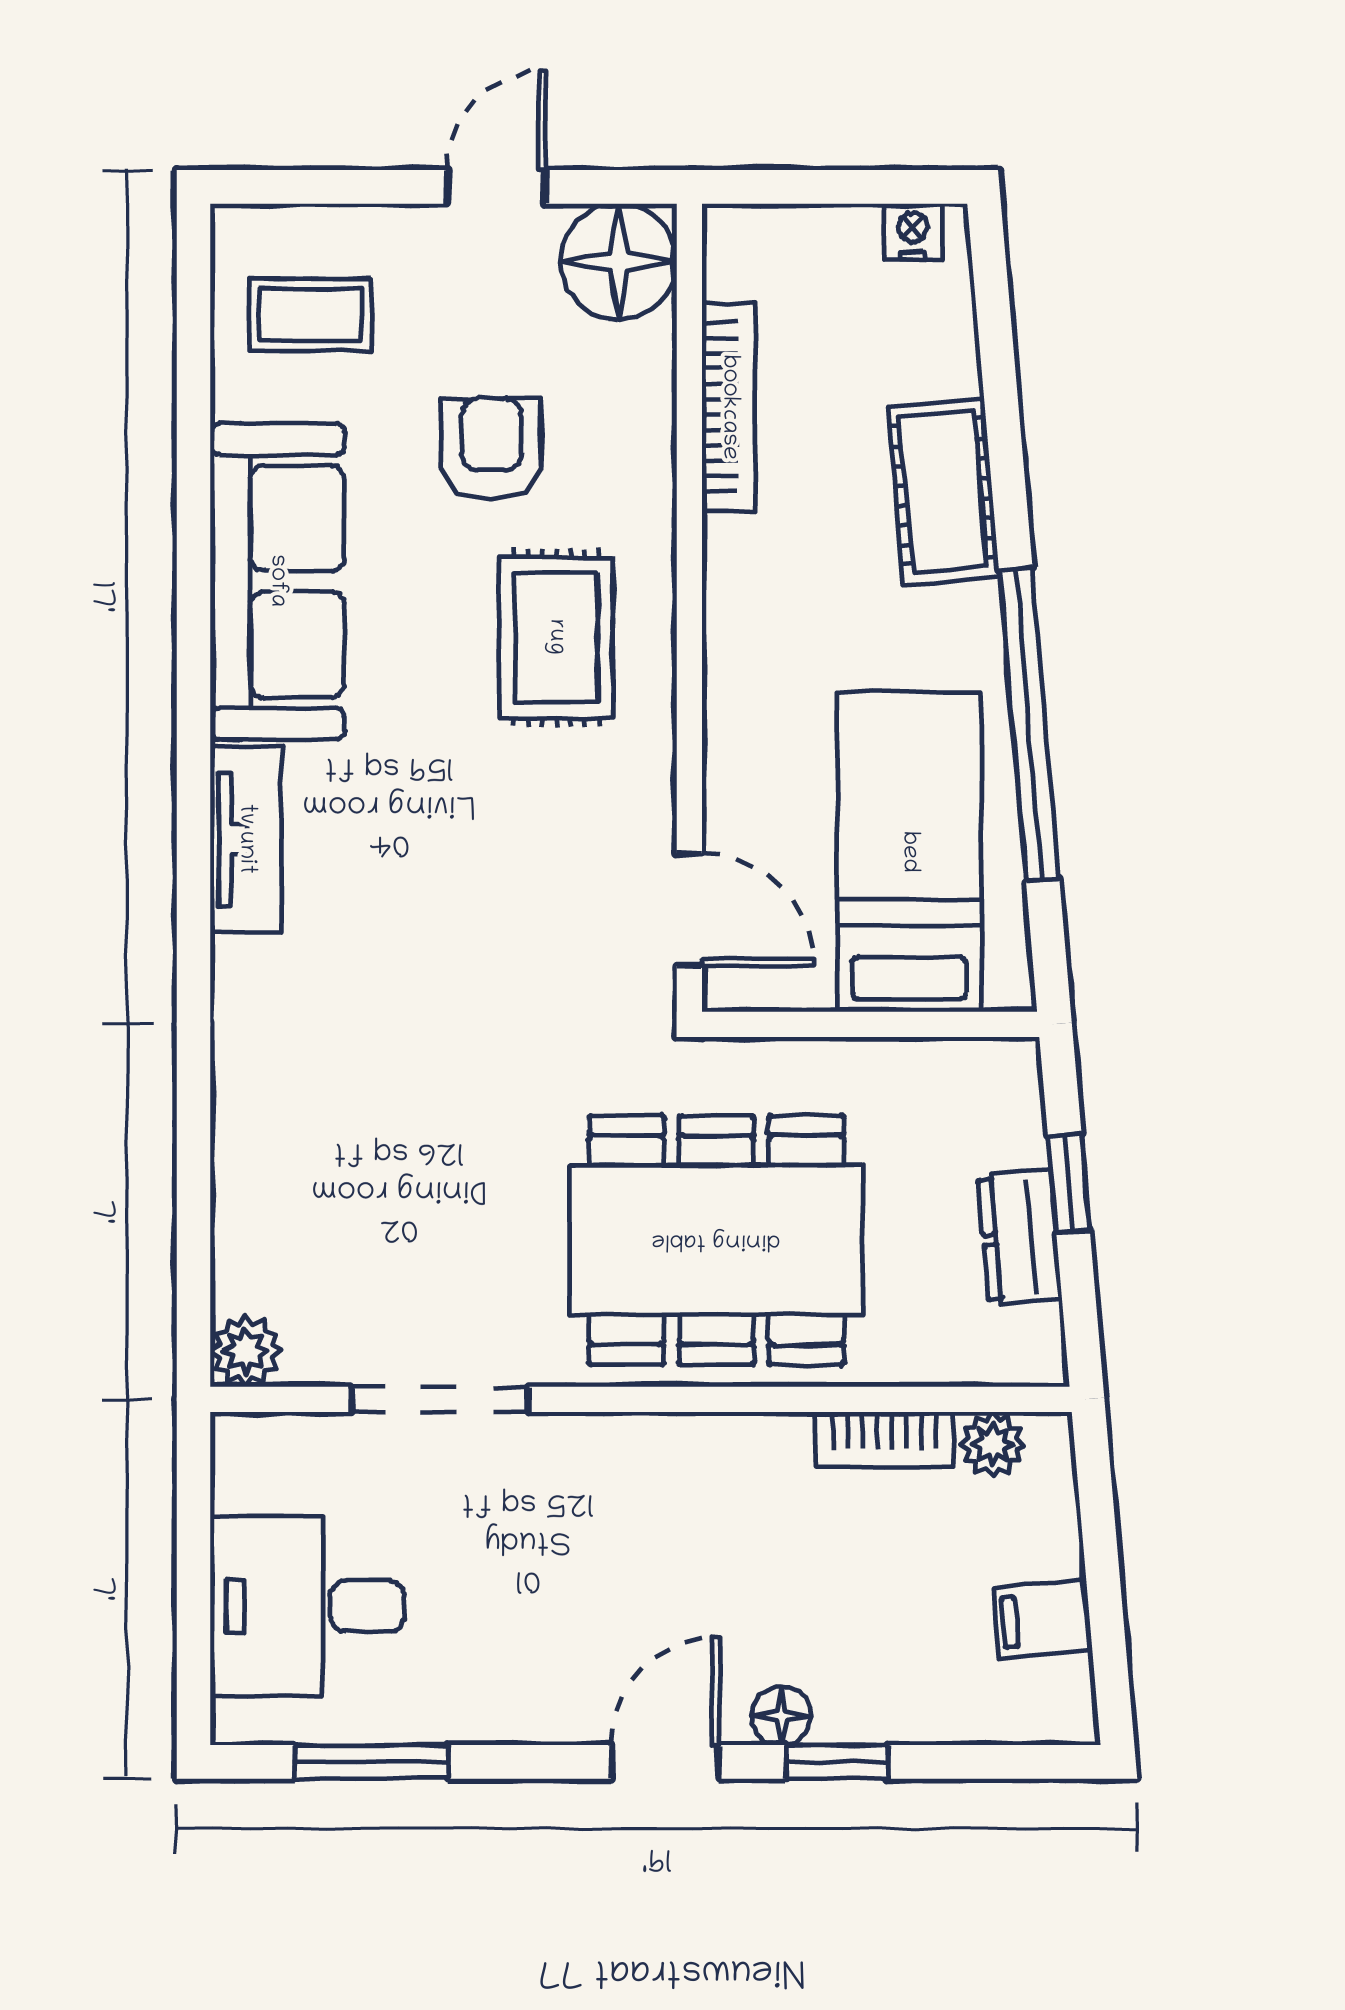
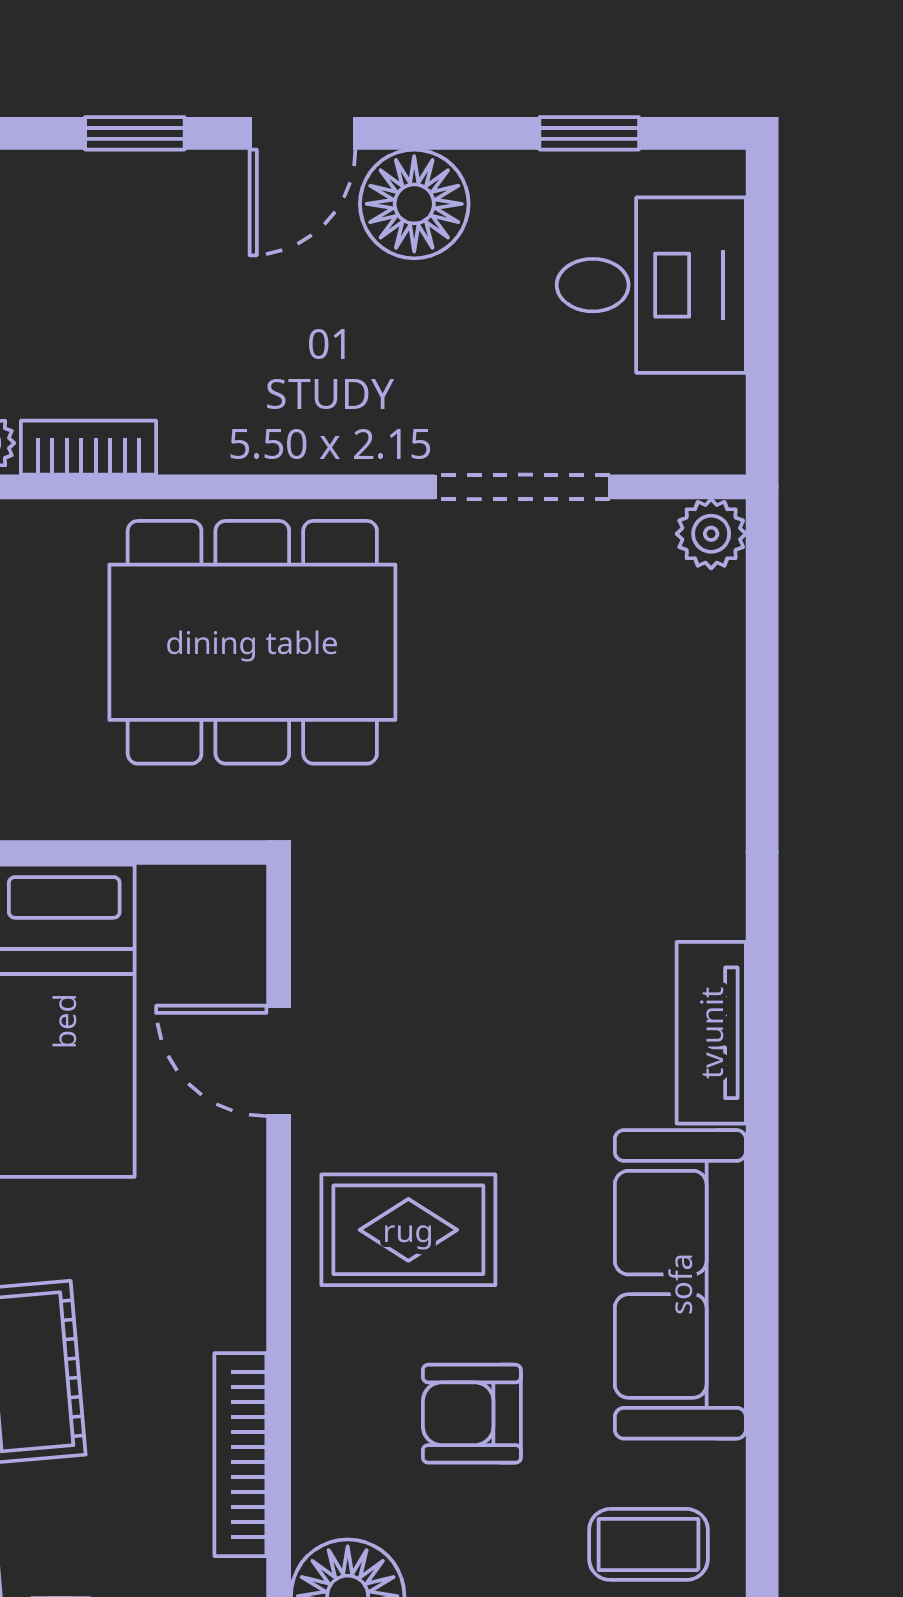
armchair: (491, 449) -> (472, 1414), turned 90
rug: (556, 637) -> (408, 1230), turned 90
door: (689, 910) -> (279, 1061), moved
floor lamp: (781, 1716) -> (414, 204), moved, width x1.89, depth x1.89
window: (371, 1762) -> (589, 133), width x0.67

